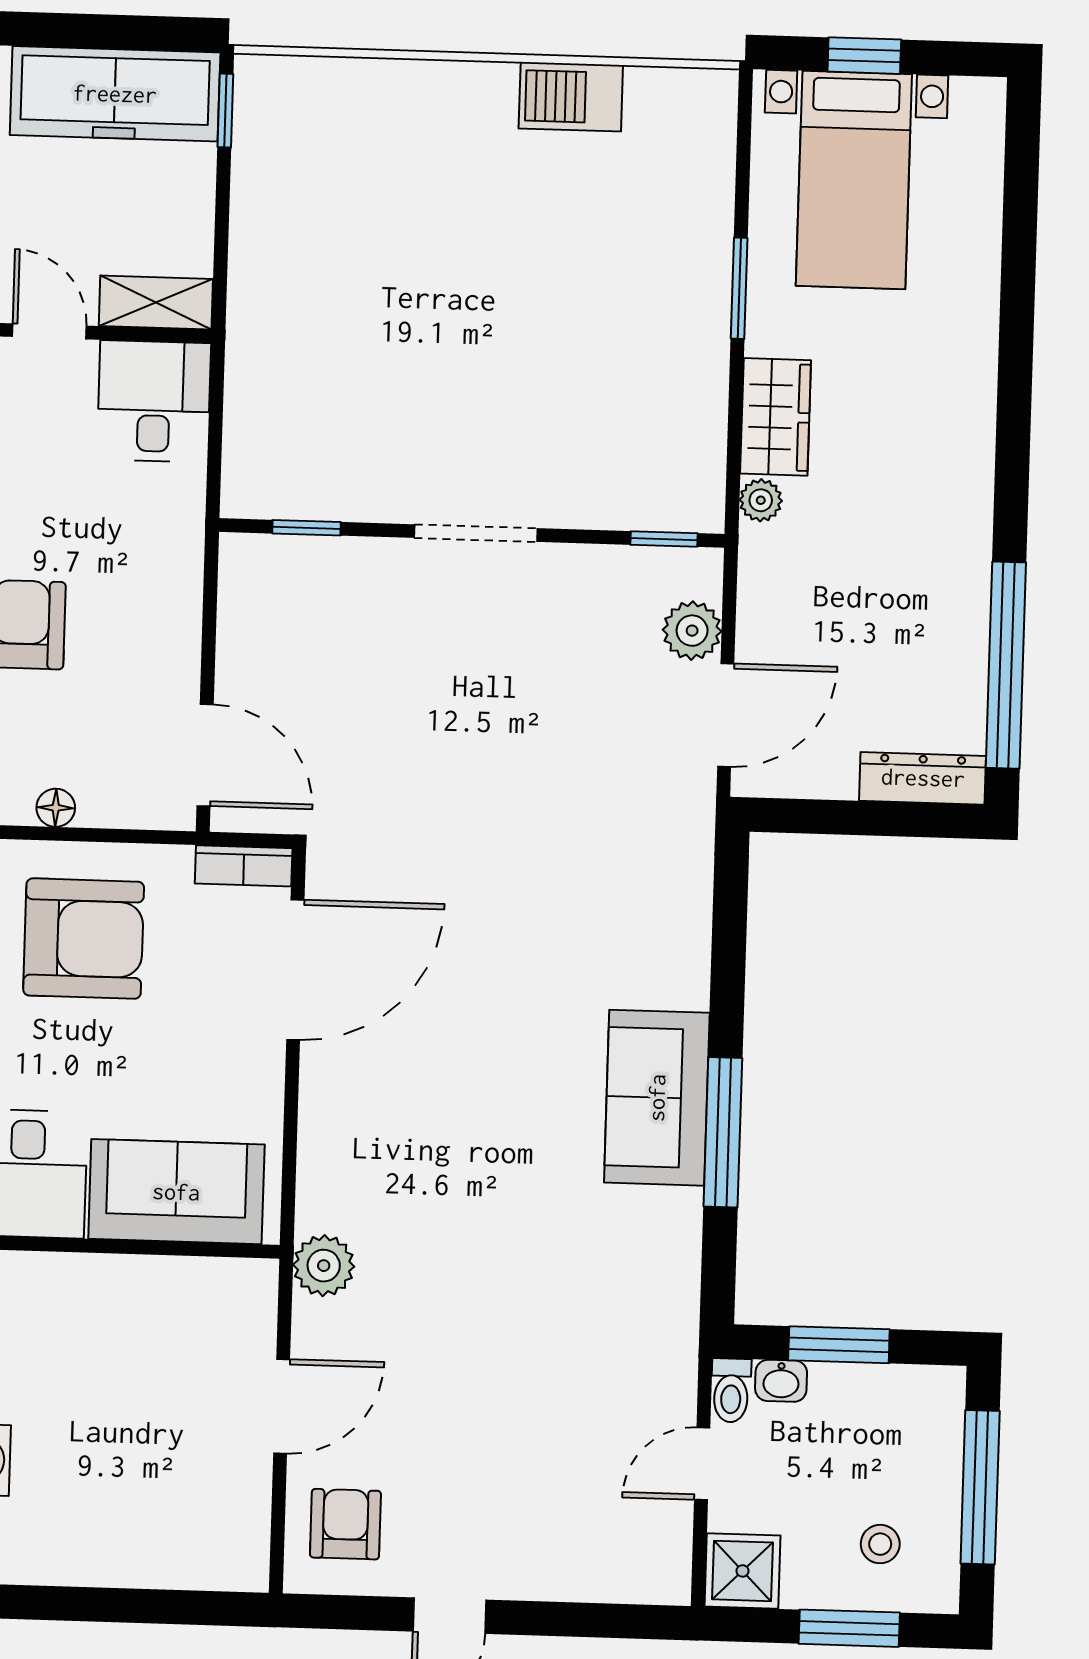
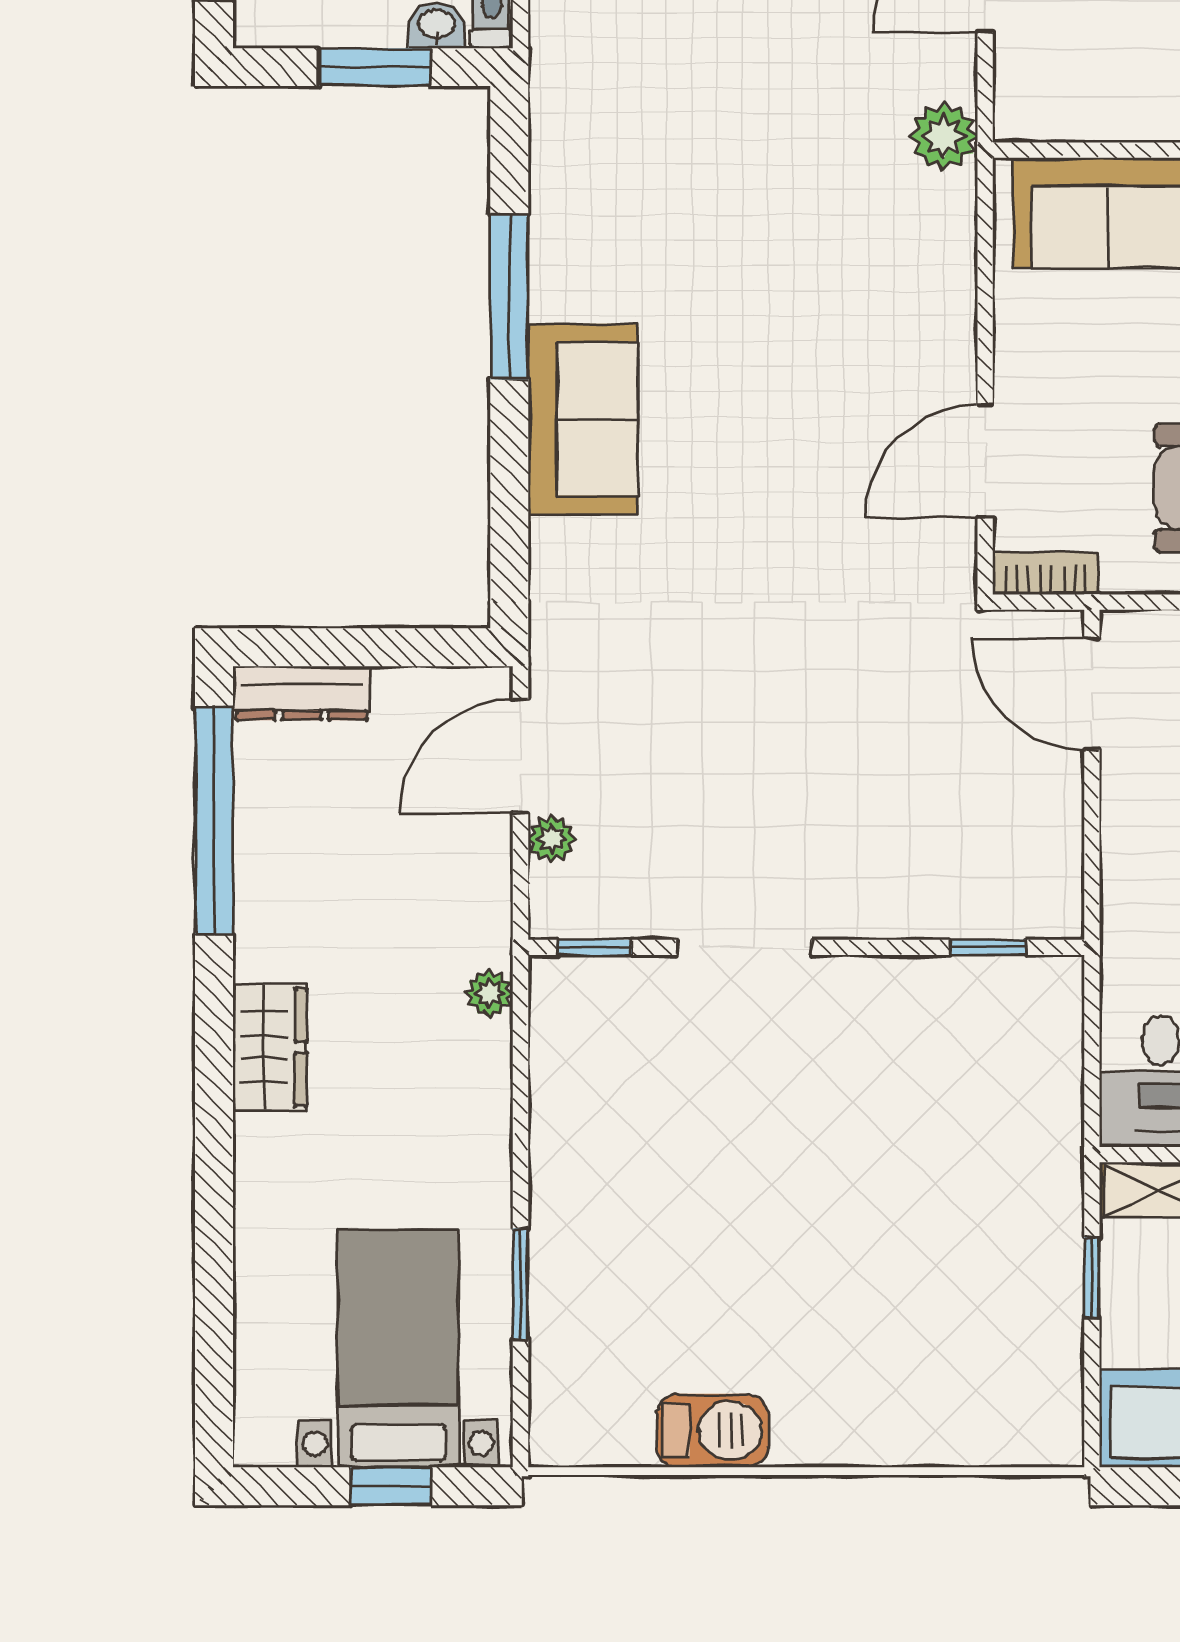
window: (225, 111) -> (1092, 1277), moved
window: (739, 288) -> (520, 1284), moved
wardrobe: (776, 417) -> (270, 1047), moved, turned 180
doorway: (476, 533) -> (744, 947), moved
plant: (692, 631) -> (552, 839), width x0.73, depth x0.73
door: (295, 970) -> (985, 461), width x0.73
sofa: (657, 1098) -> (583, 419), moved

